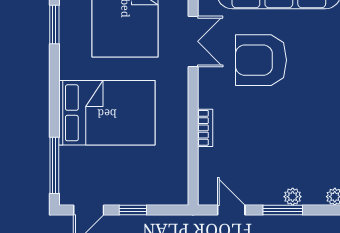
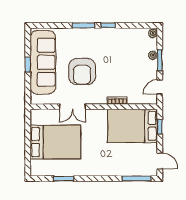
double door: (193, 41) -> (72, 107), swing flipped
bed: (107, 113) -> (132, 126), moved, turned -90
window: (133, 210) -> (160, 127), moved

